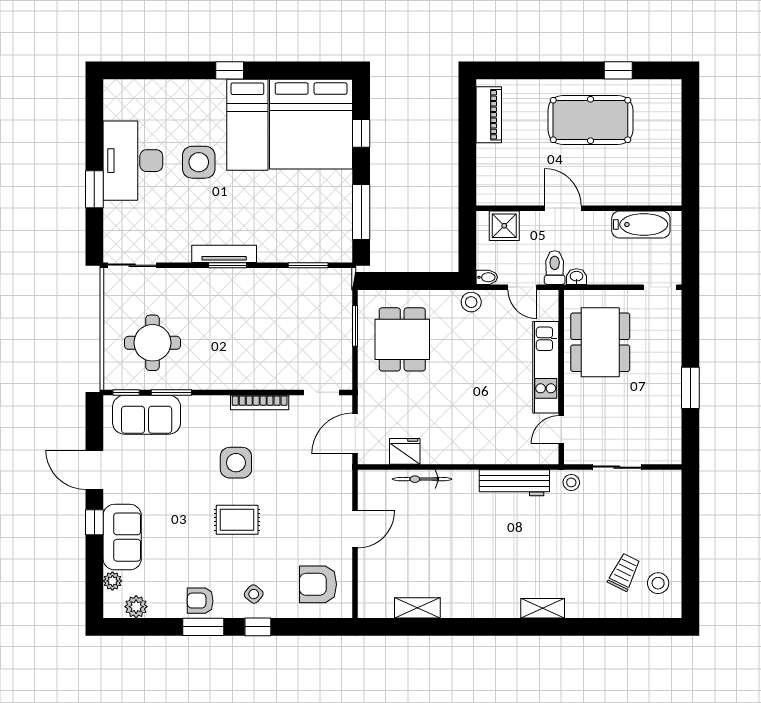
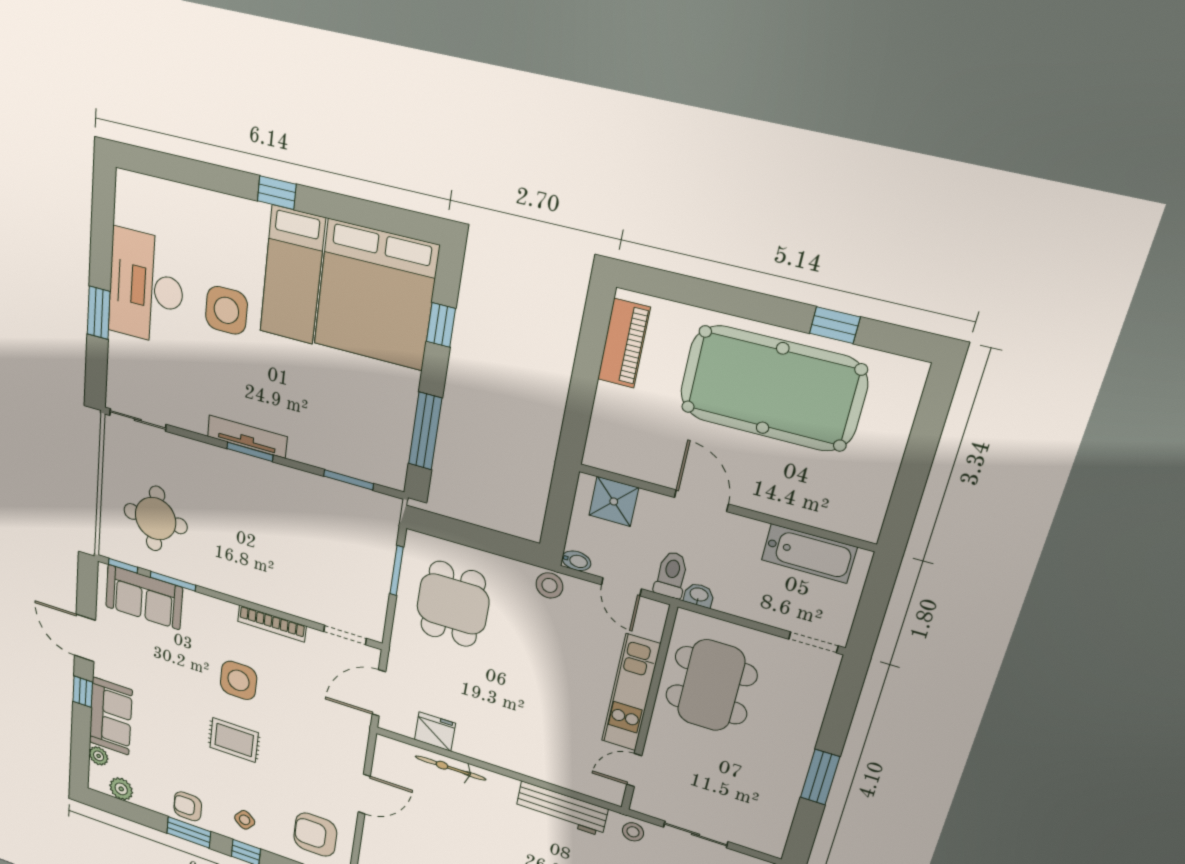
pool table: (590, 120) -> (773, 388), width x1.36, depth x1.32

